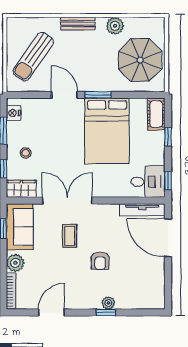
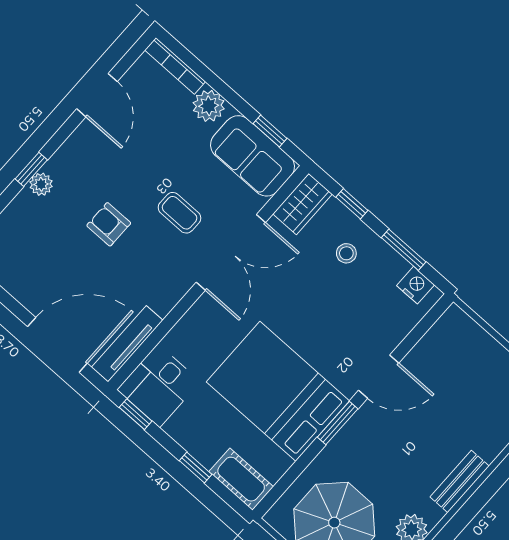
sun lounger: (33, 57) -> (469, 381), removed

